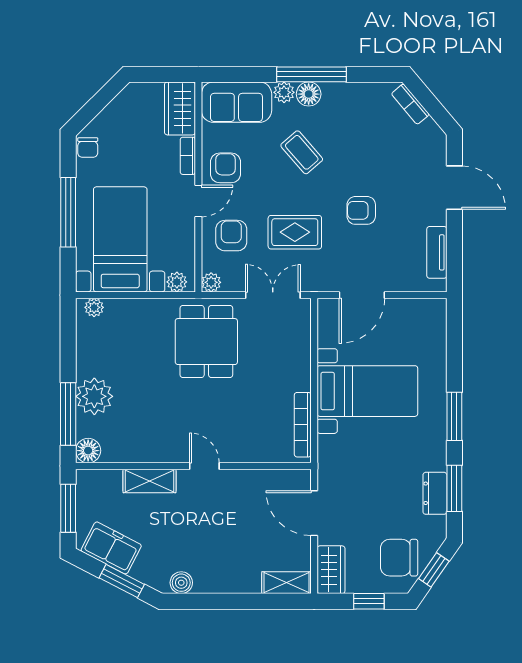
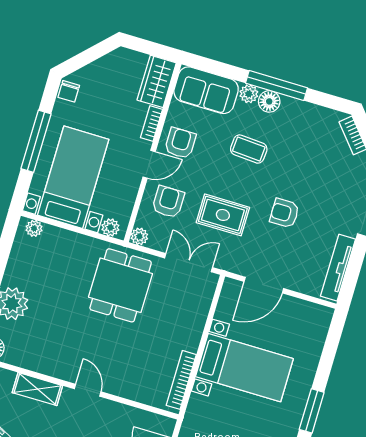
coffee table: (302, 152) -> (249, 149), turned -45
tv unit: (437, 252) -> (338, 268), width x1.41

